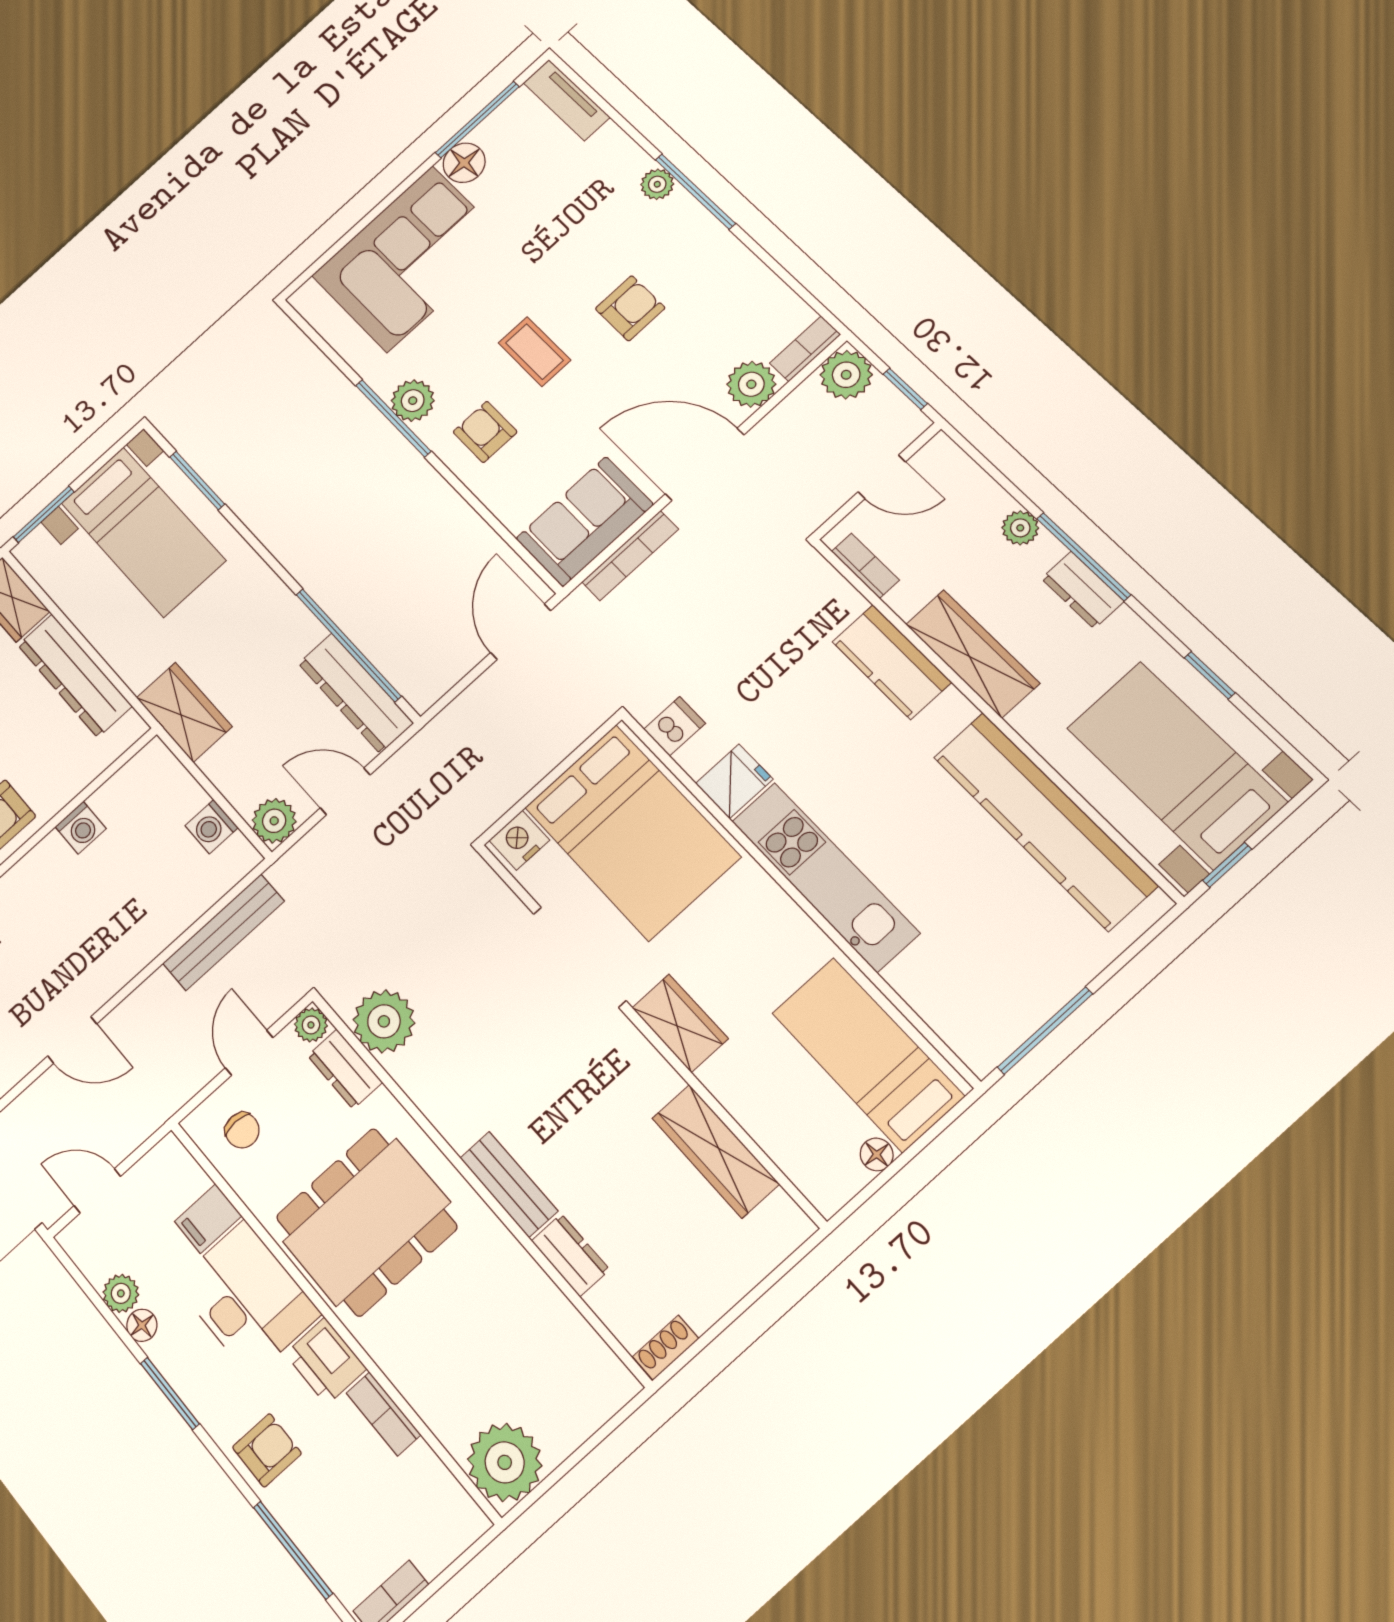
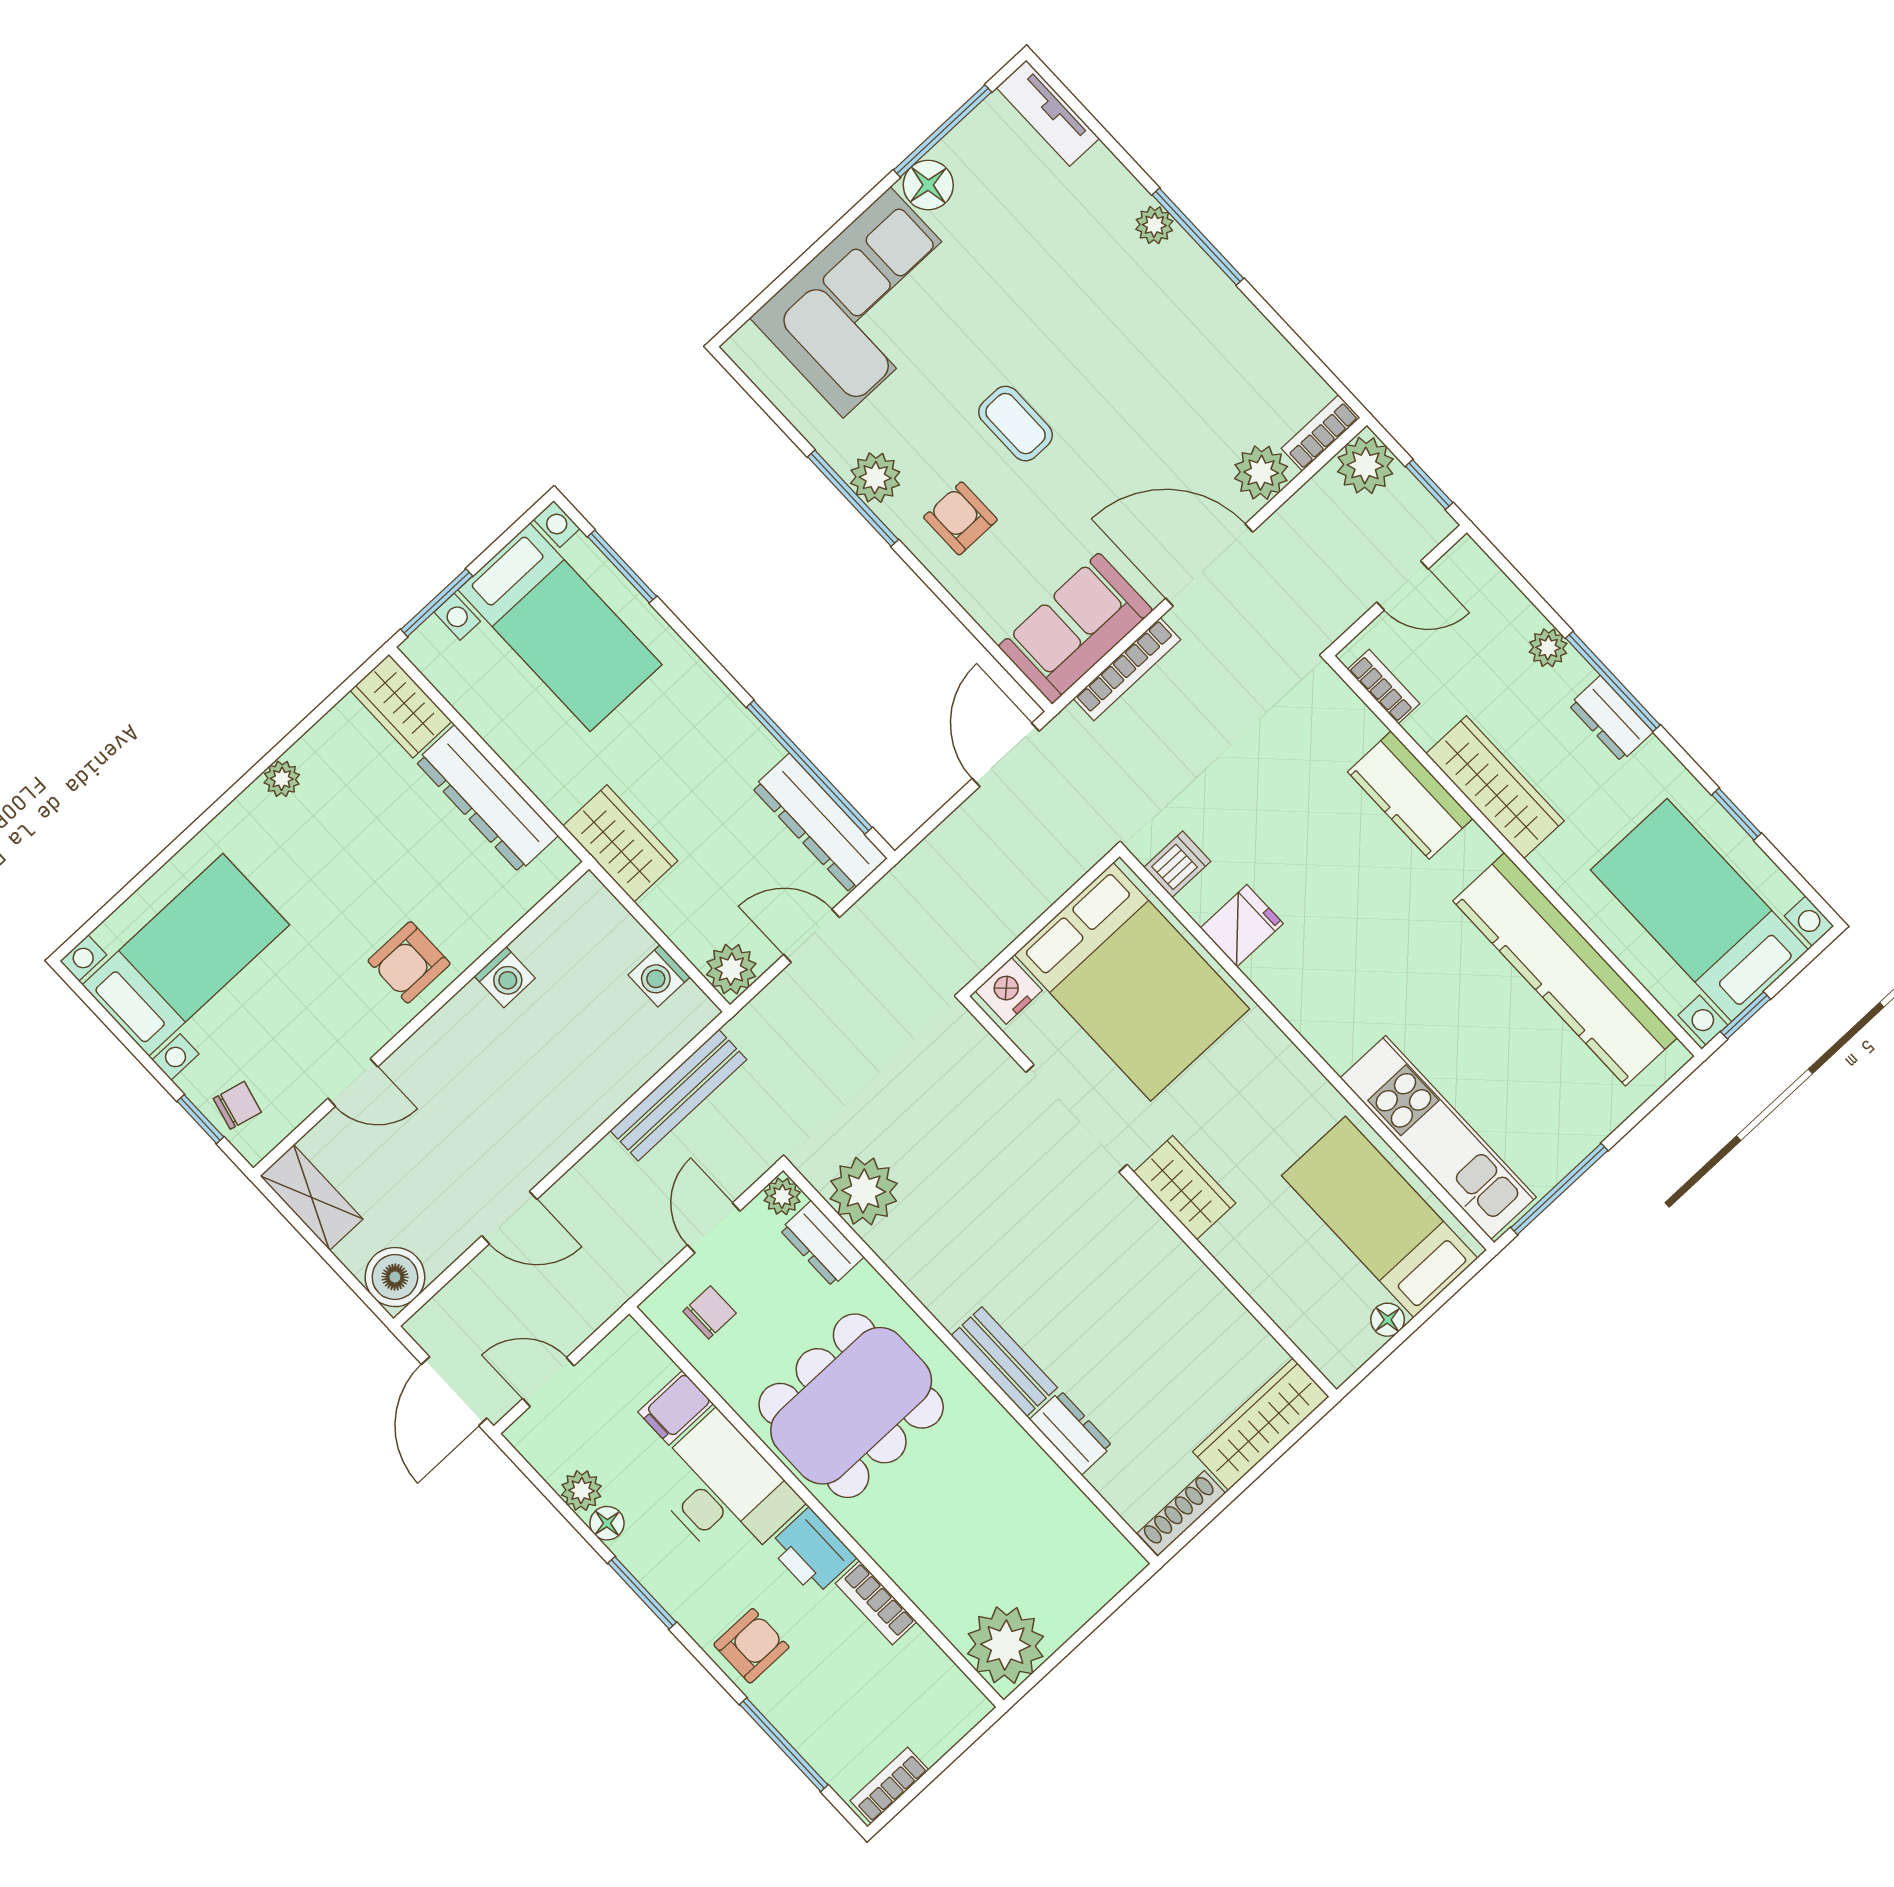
armchair: (630, 308) -> (1125, 376), removed
kitchen unit: (825, 877) -> (1438, 1138), moved
chair: (242, 1130) -> (710, 1312), turned -90
wardrobe: (715, 1151) -> (1261, 1424), moved, turned 90
shoe rack: (666, 1348) -> (1181, 1513), width x1.43

